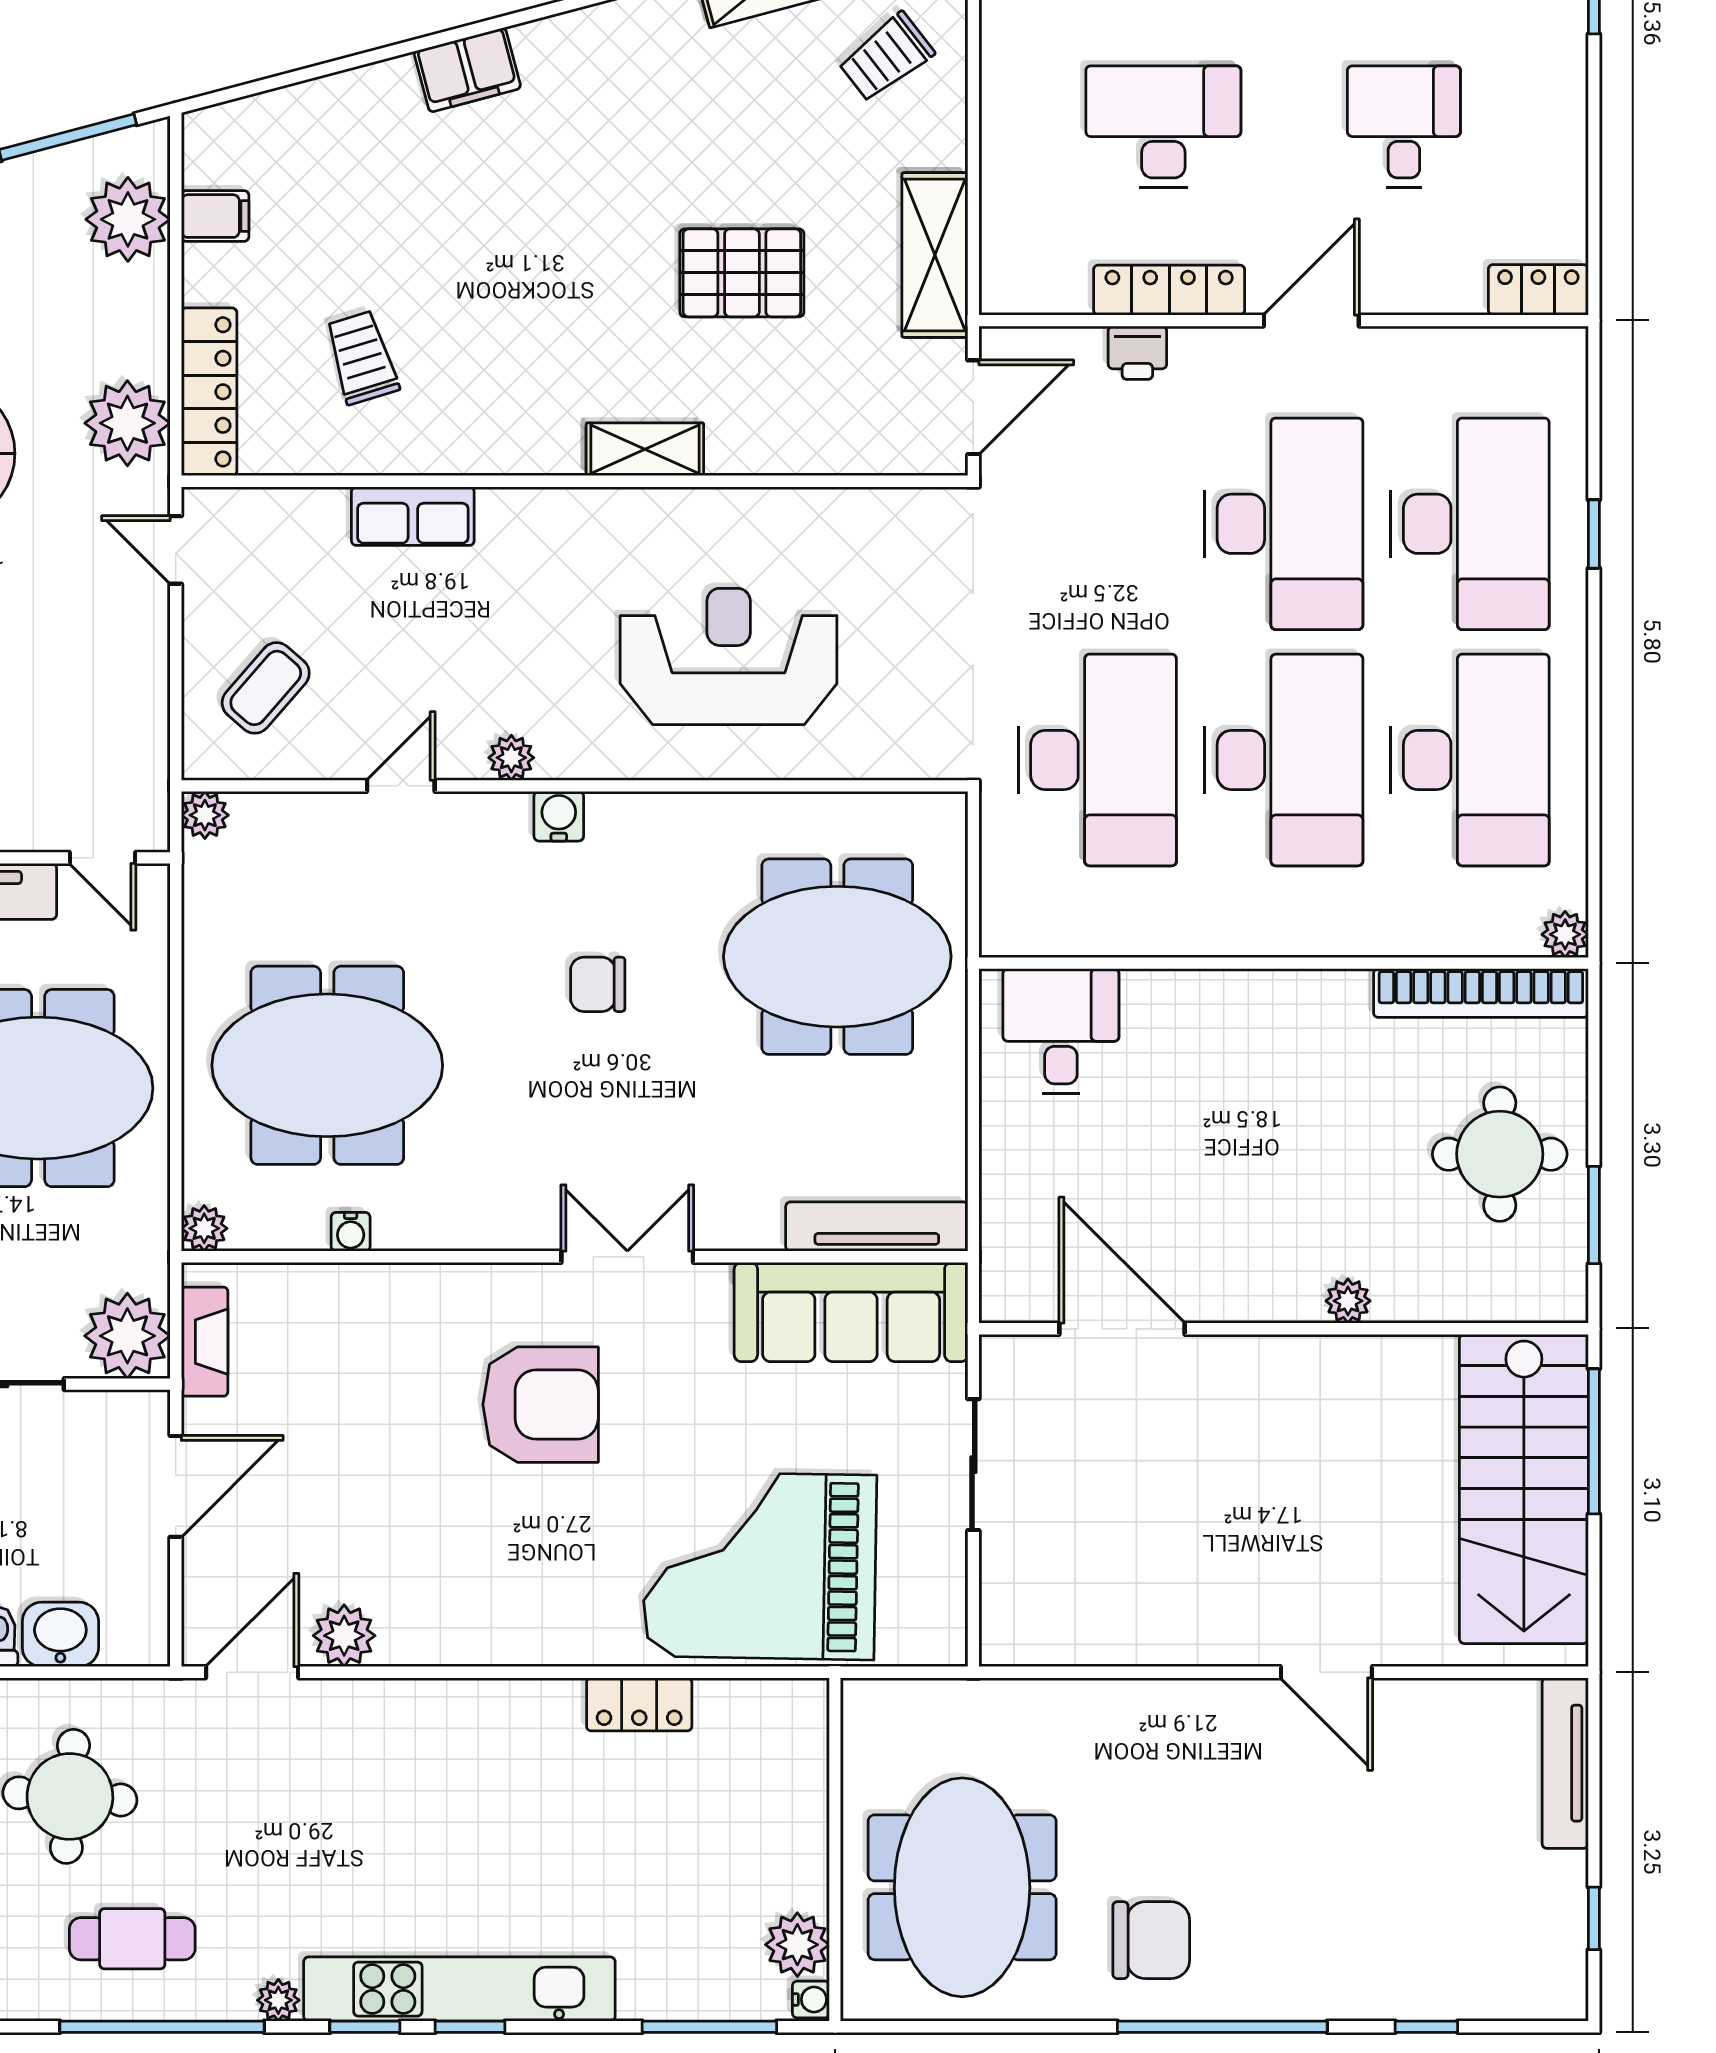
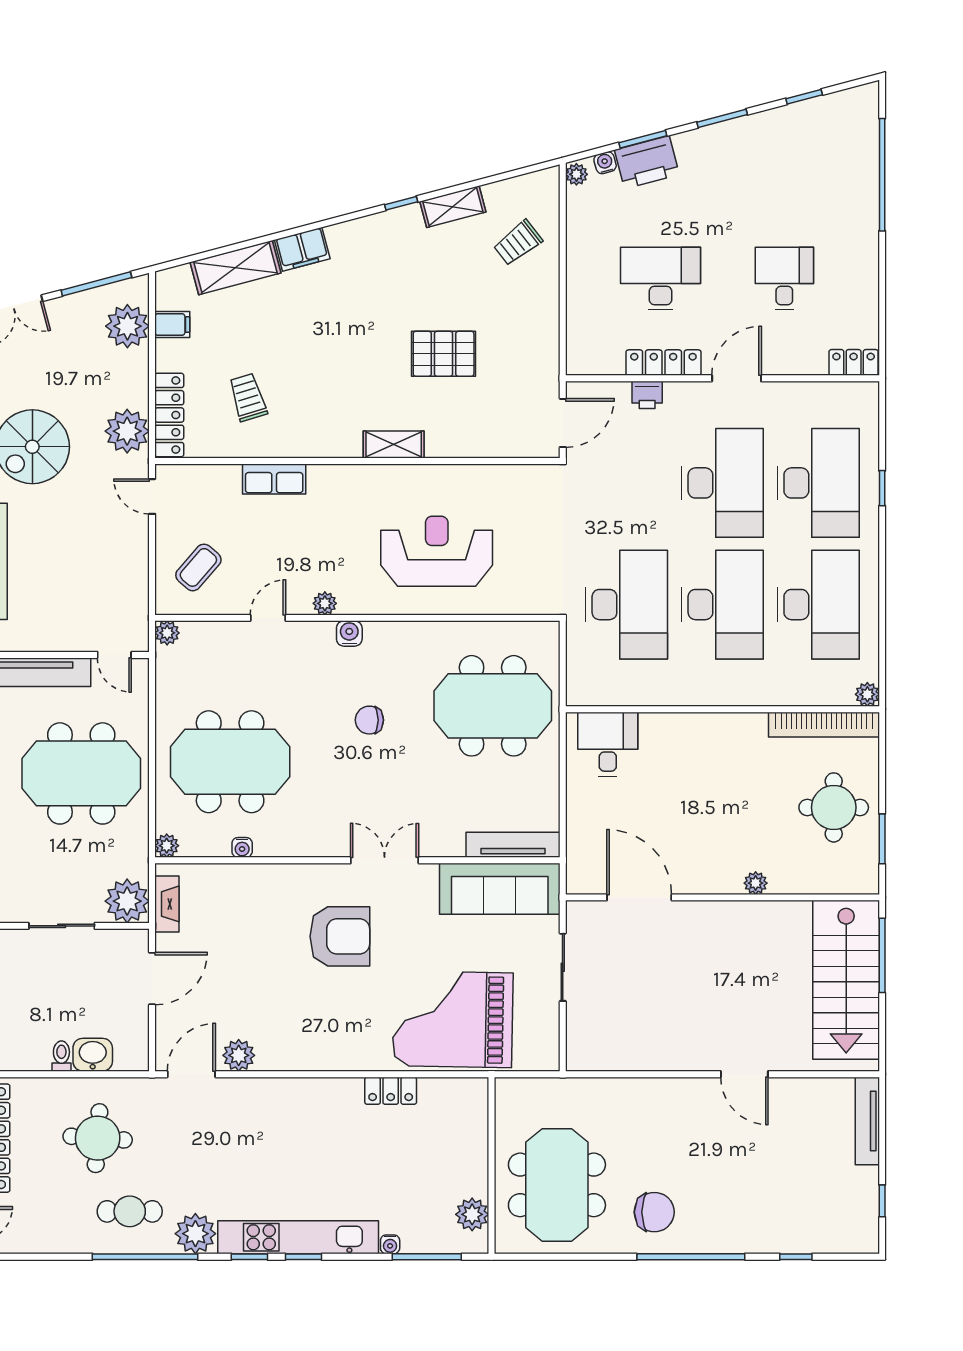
shelving: (935, 255) -> (236, 268), moved, turned 75
plant: (278, 2000) -> (195, 1234), width x1.87, depth x1.87
water cooler: (811, 2000) -> (390, 1244), moved, turned 90

